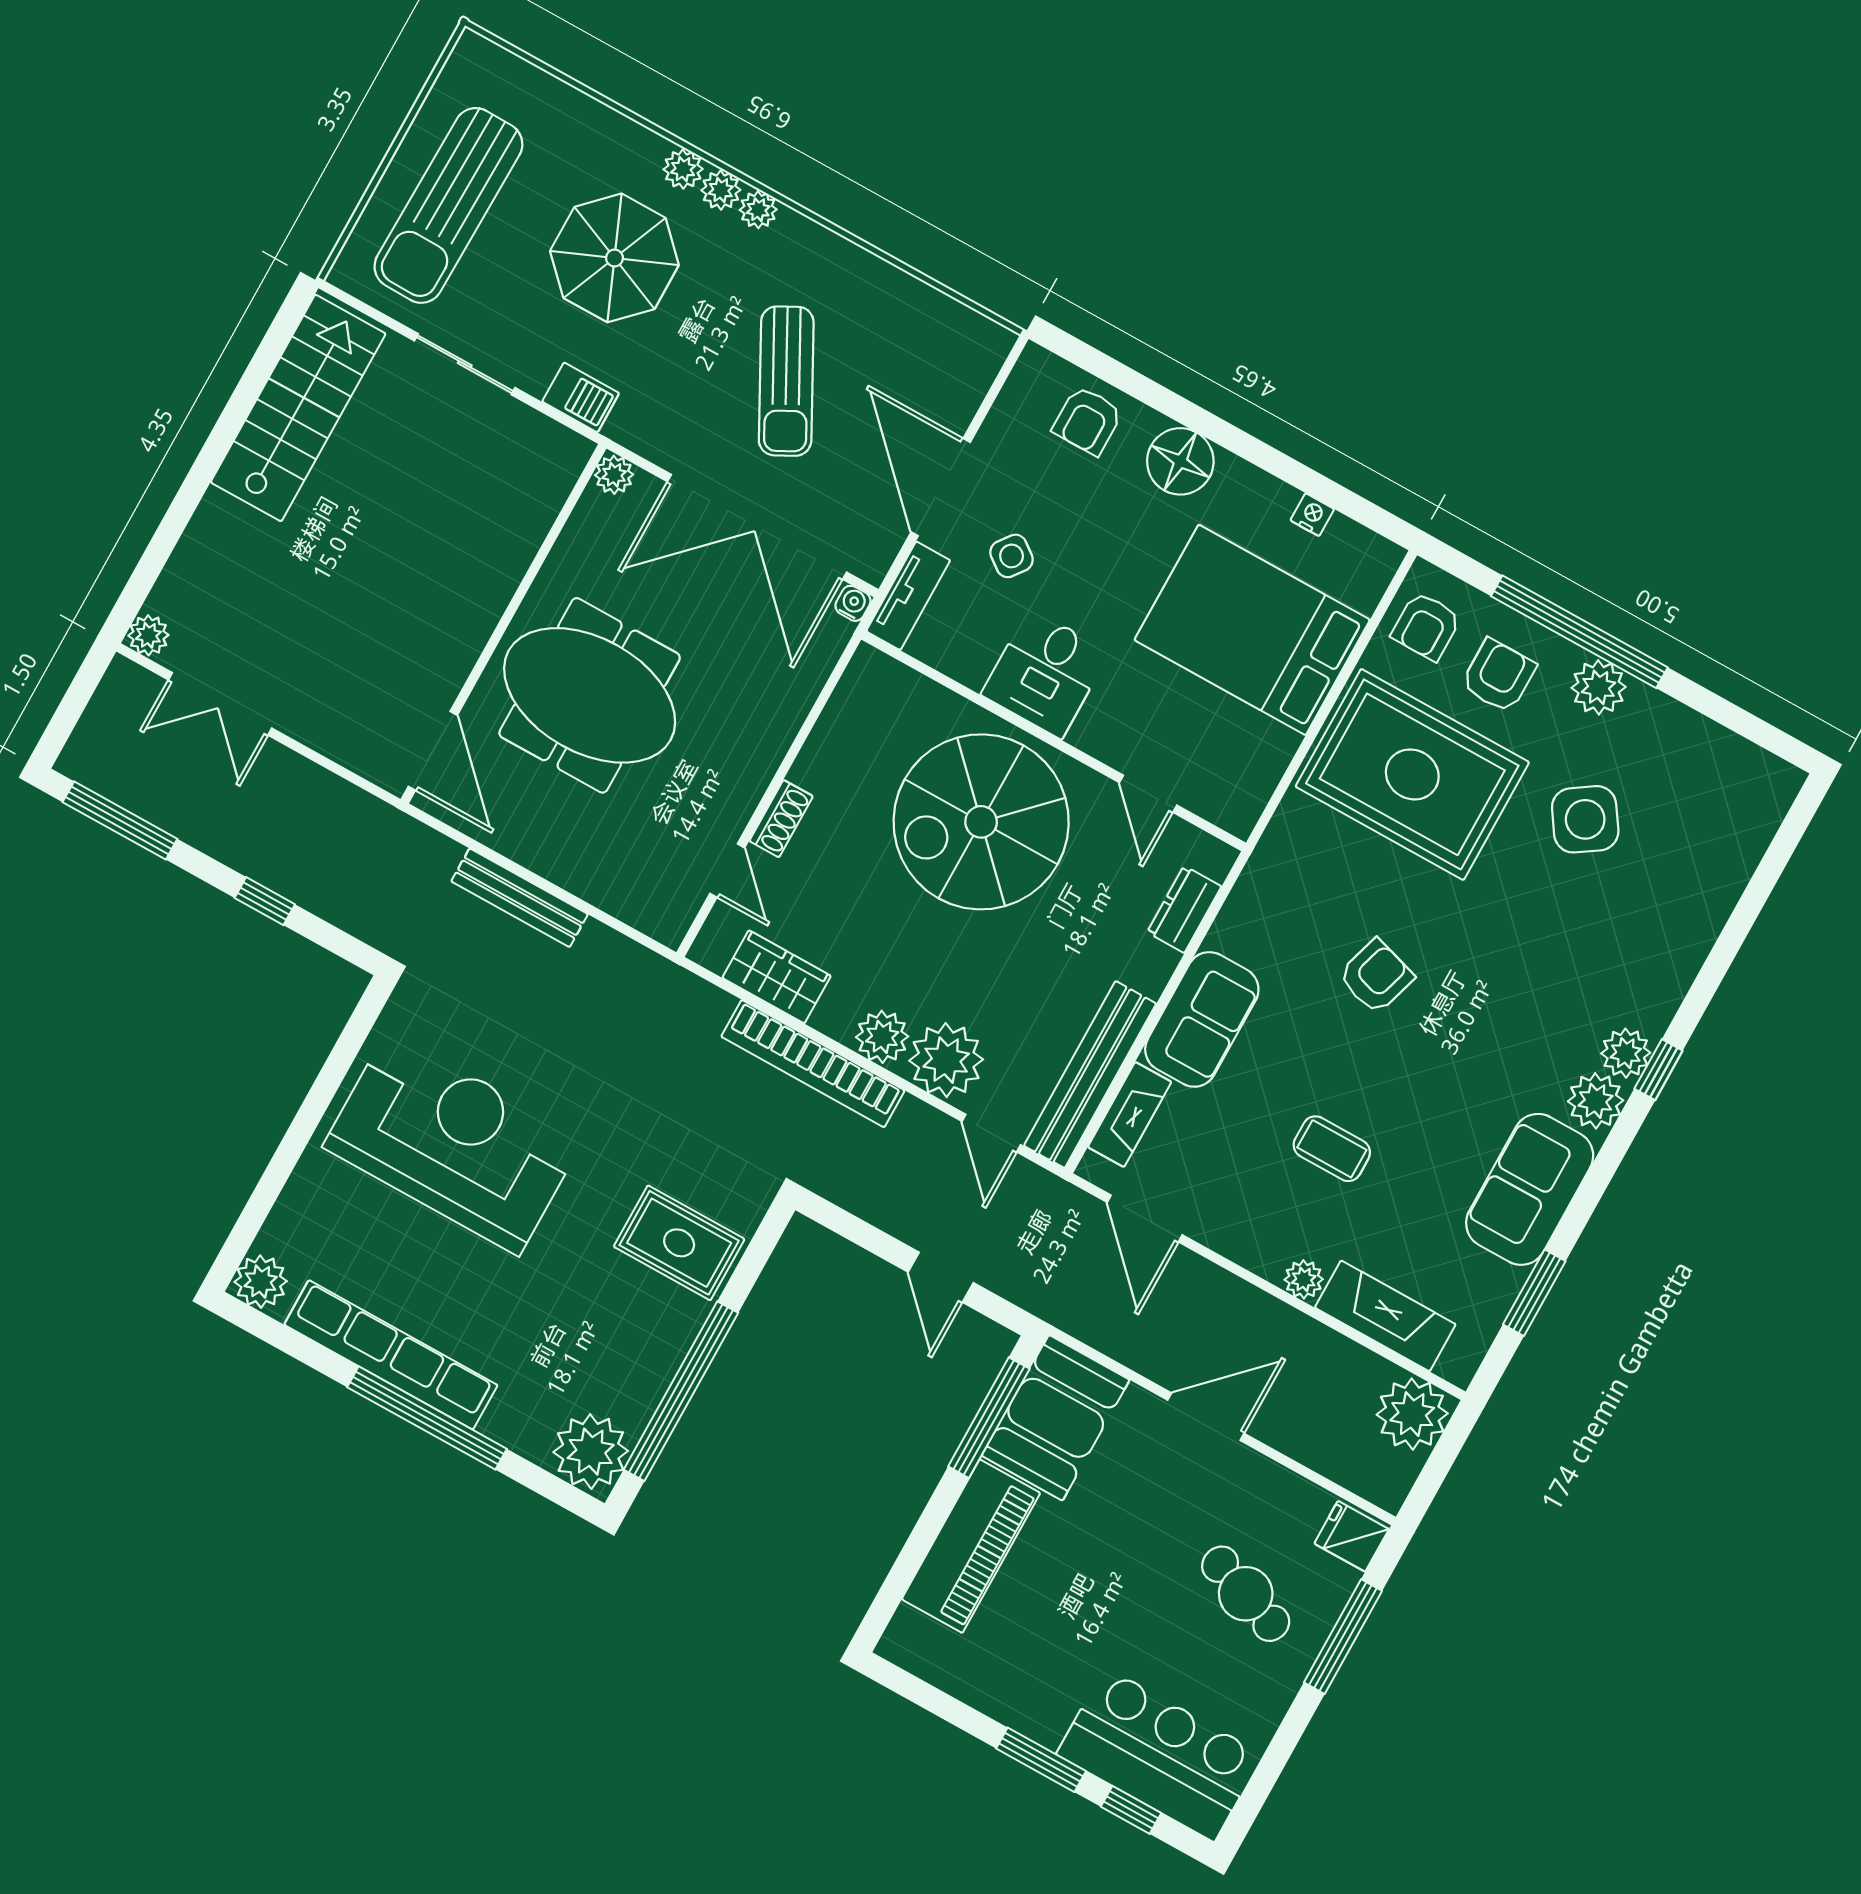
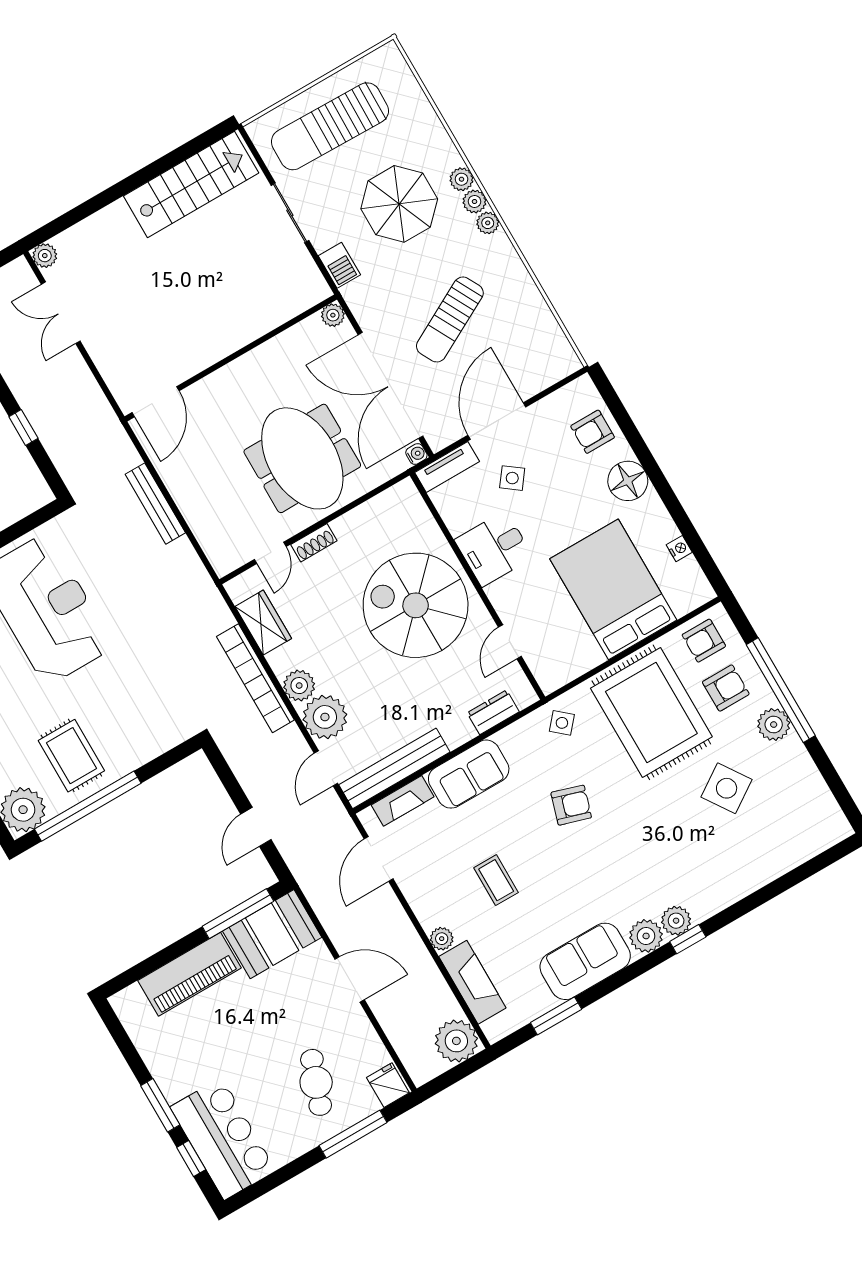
meeting table: (590, 695) -> (302, 458), moved
side table: (1292, 866) -> (562, 723), added
rug: (679, 1243) -> (71, 756), moved

